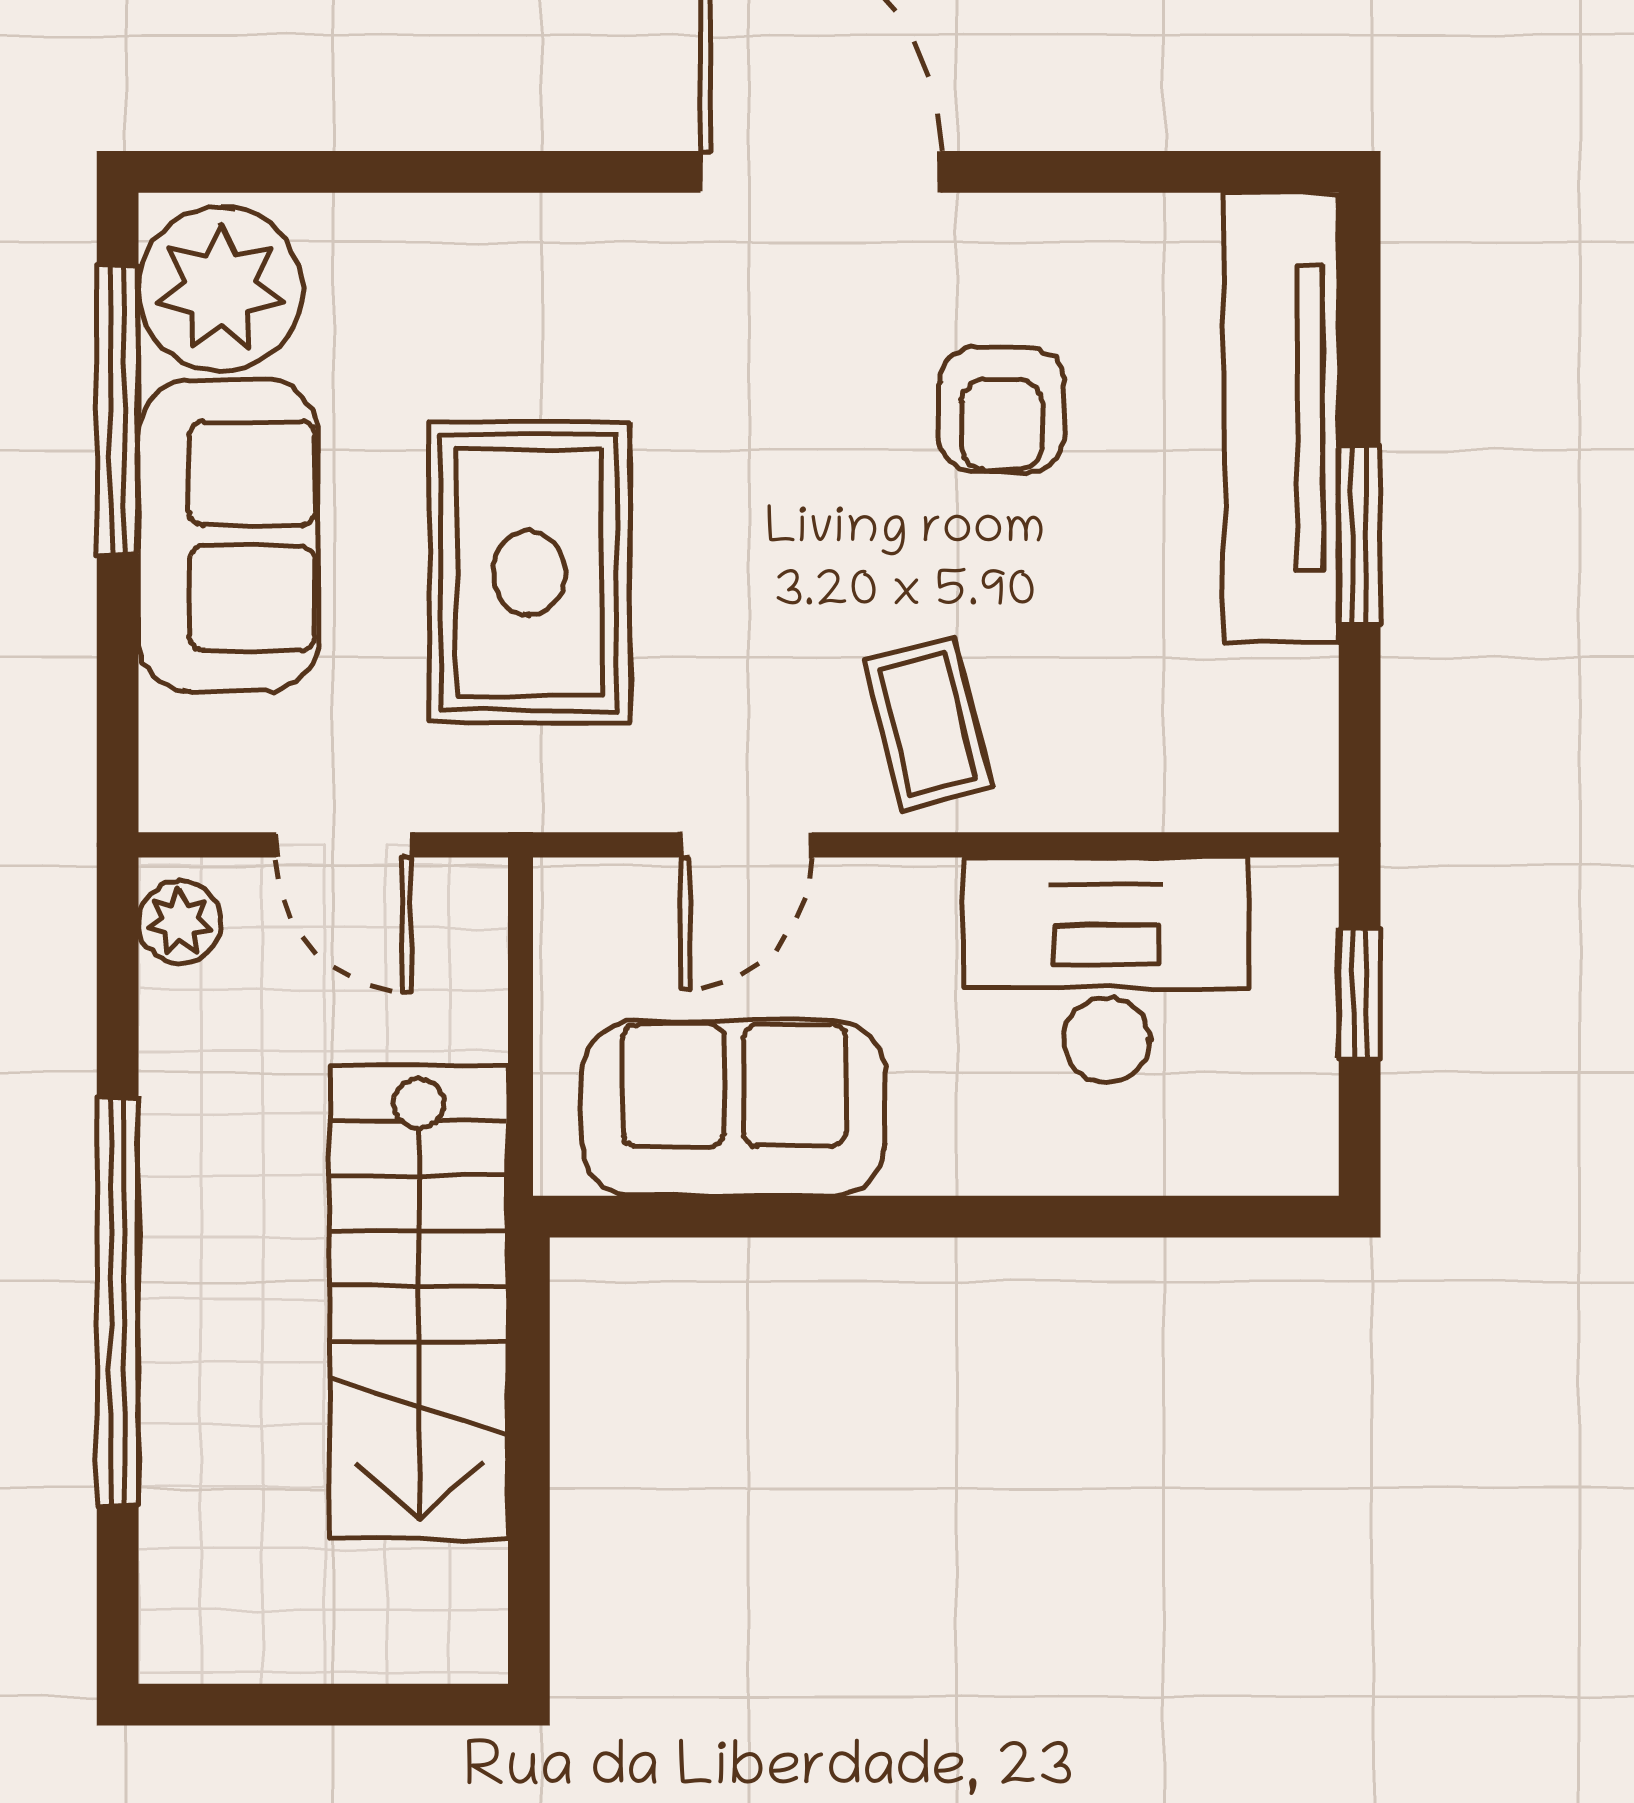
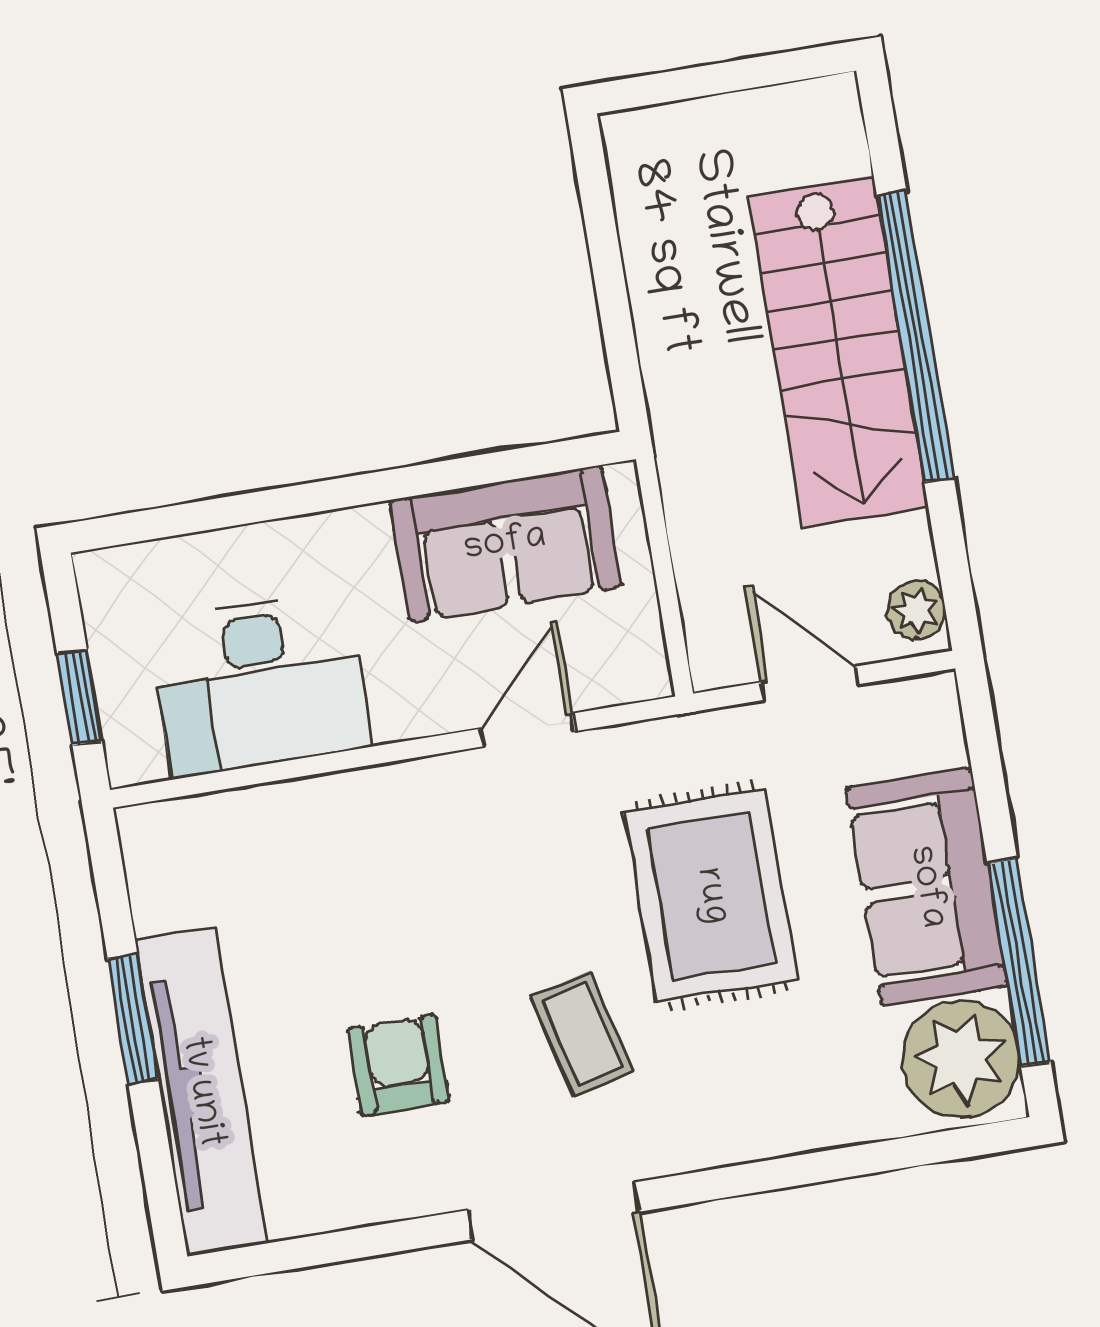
coffee table: (928, 724) -> (582, 1034), moved
stairs: (419, 1302) -> (839, 351), moved, turned 180

